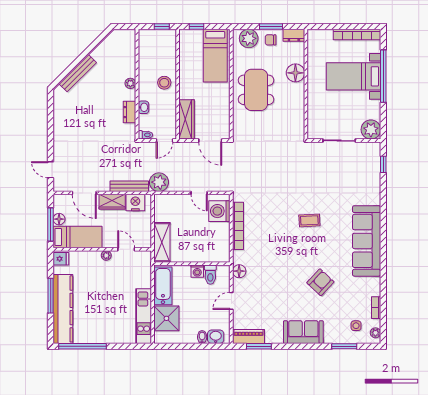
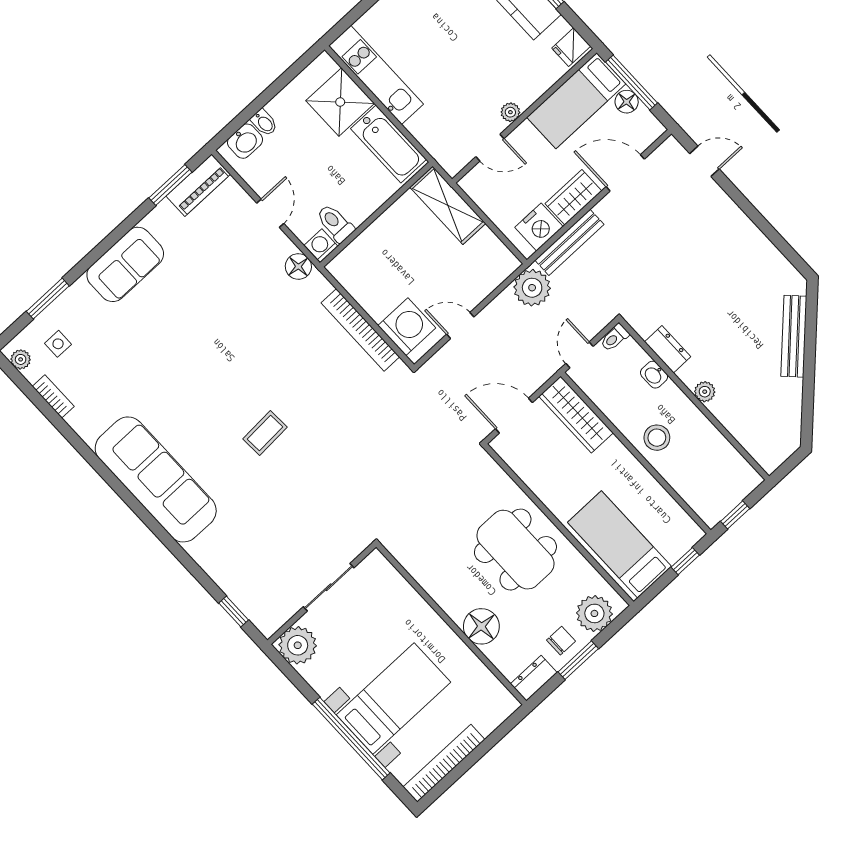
washing machine: (197, 271) -> (321, 246), moved
armchair: (320, 282) -> (167, 359), removed

